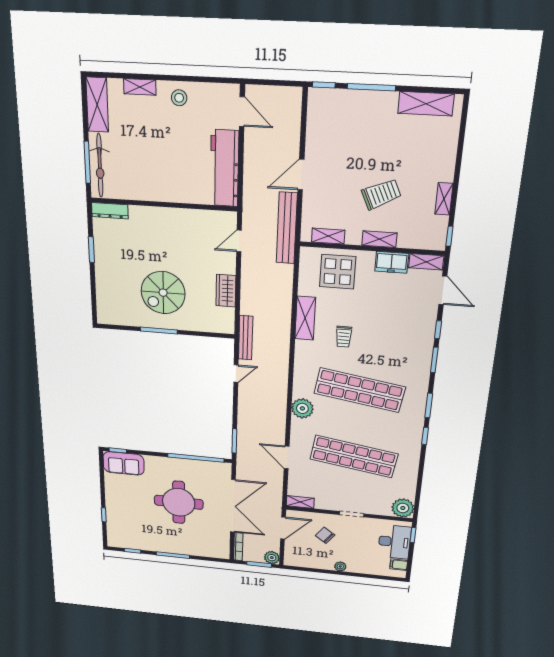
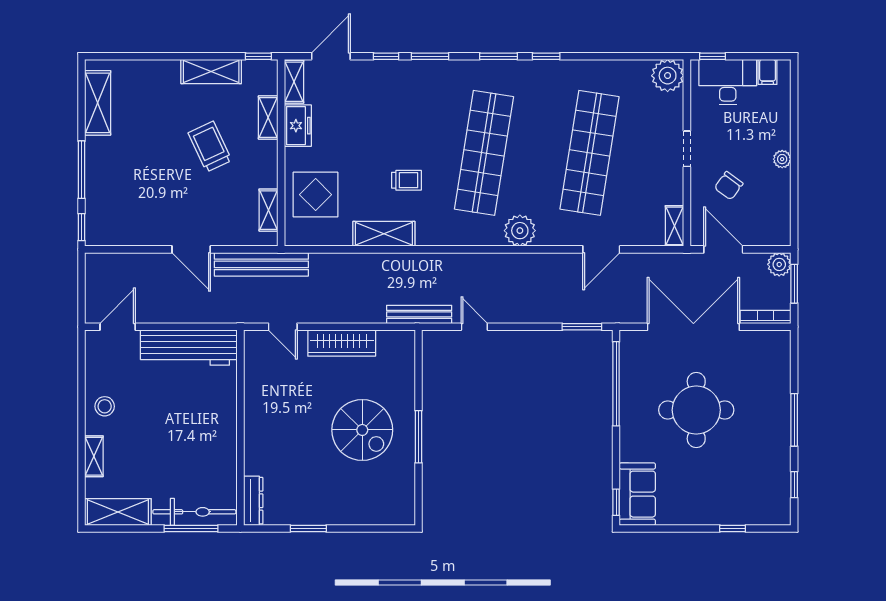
shelving: (444, 199) -> (211, 72), width x1.50, depth x1.33
shelving: (379, 239) -> (268, 117), moved
wardrobe: (226, 291) -> (342, 343), width x1.50

